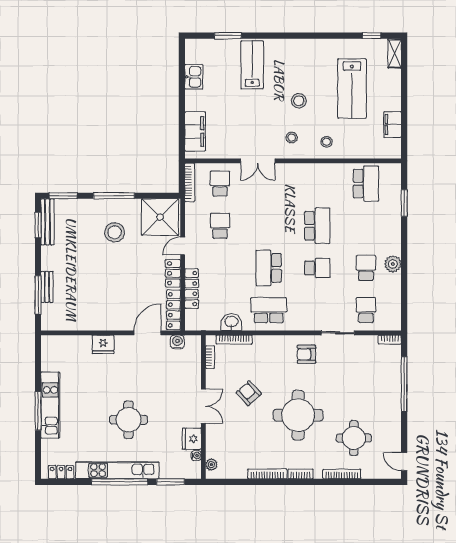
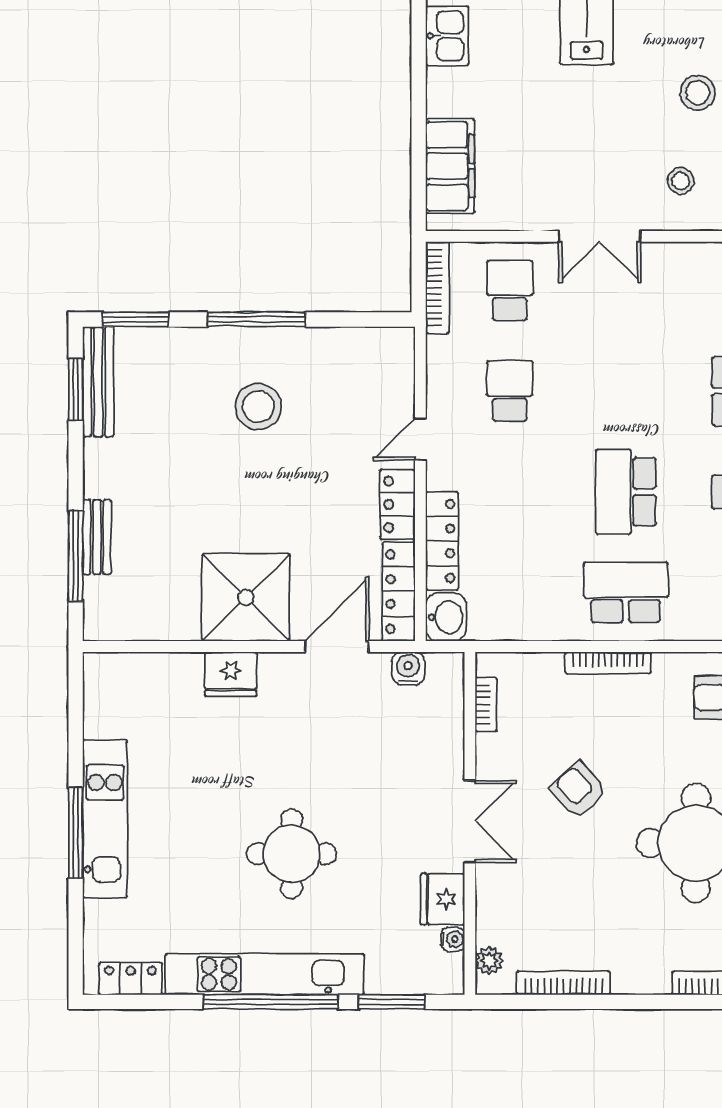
shower: (160, 217) -> (246, 597), moved
washbasin: (231, 322) -> (446, 617), moved, turned 90
bookcase: (234, 340) -> (608, 663), moved
bookcase: (267, 474) -> (564, 983), moved

